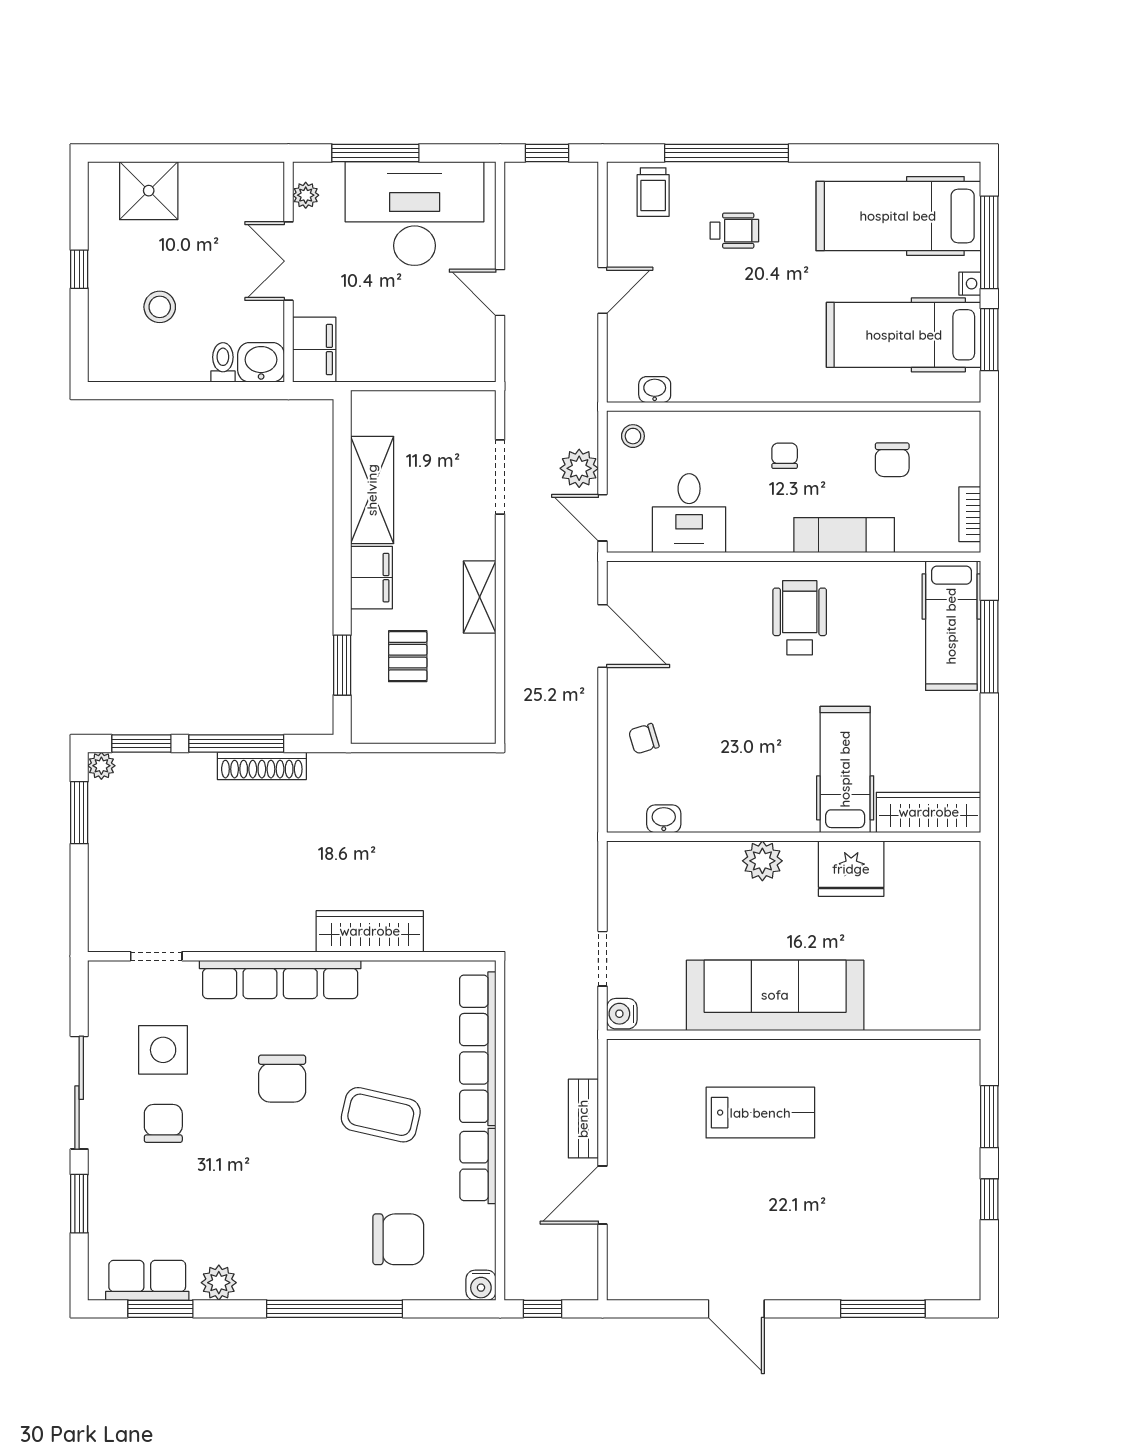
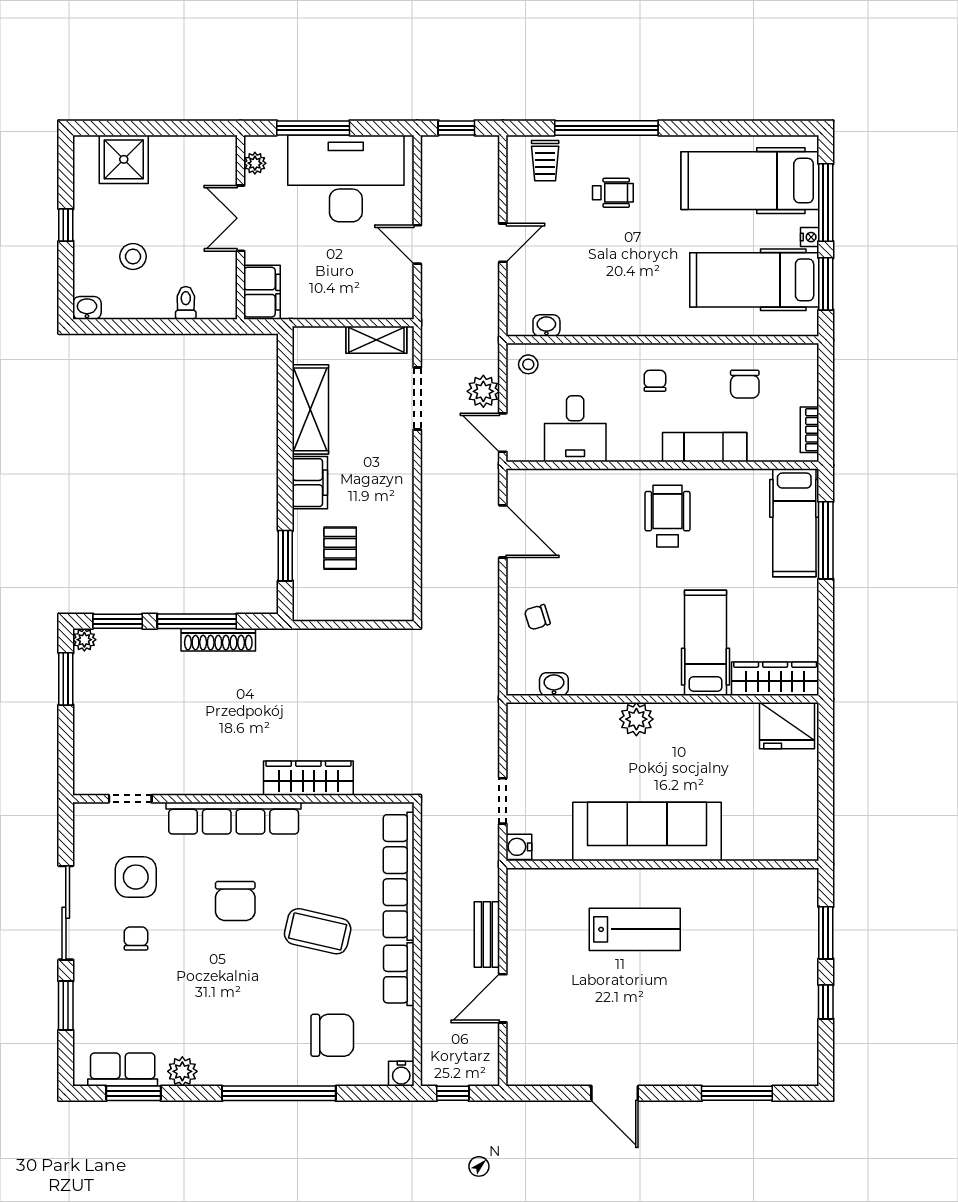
washbasin: (261, 362) -> (87, 308), moved, width x0.72, depth x0.69
shelving: (480, 597) -> (376, 340), moved, turned 90
fridge: (851, 869) -> (787, 726), moved
chair: (163, 1123) -> (136, 938), width x0.73, depth x0.73

